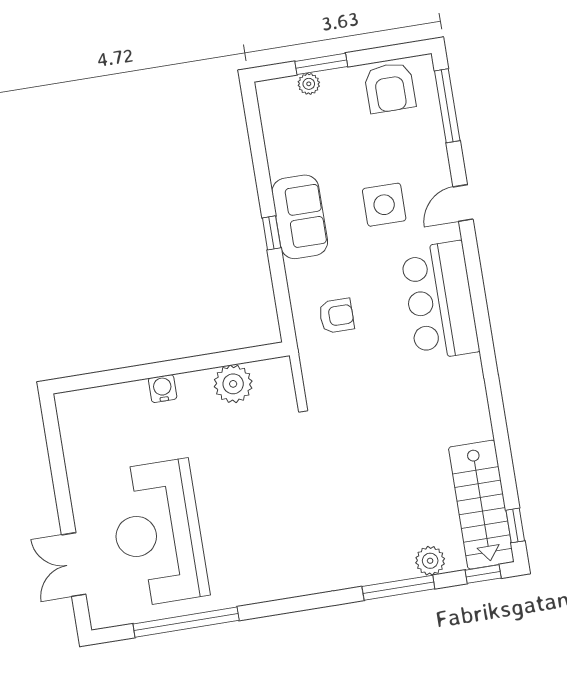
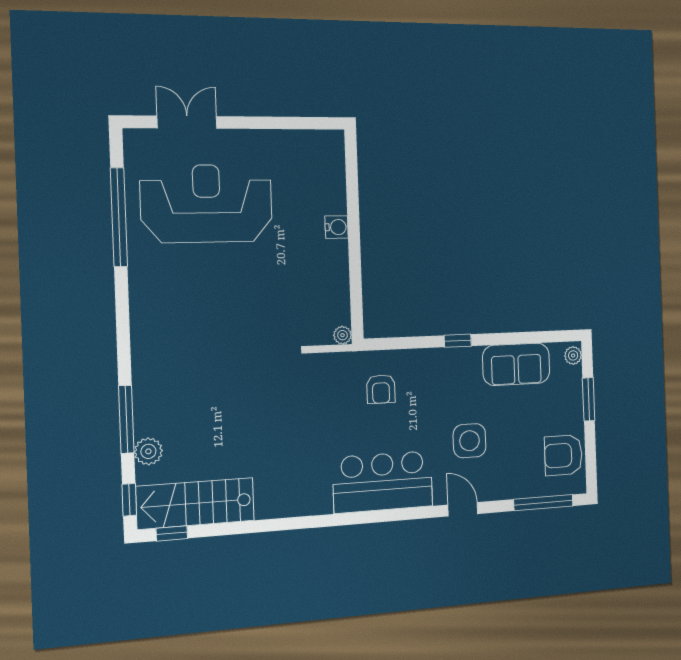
plant: (309, 84) -> (573, 355), moved
sofa: (300, 217) -> (516, 364), moved
plant: (233, 384) -> (343, 335), moved, width x0.53, depth x0.53

